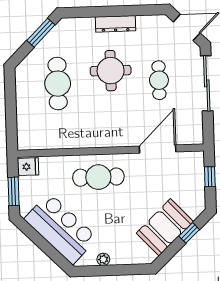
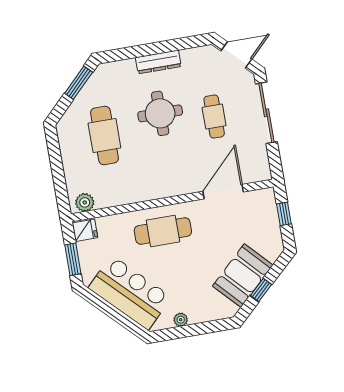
plant: (31, 141) -> (85, 202), added
window: (189, 233) -> (261, 290), moved

